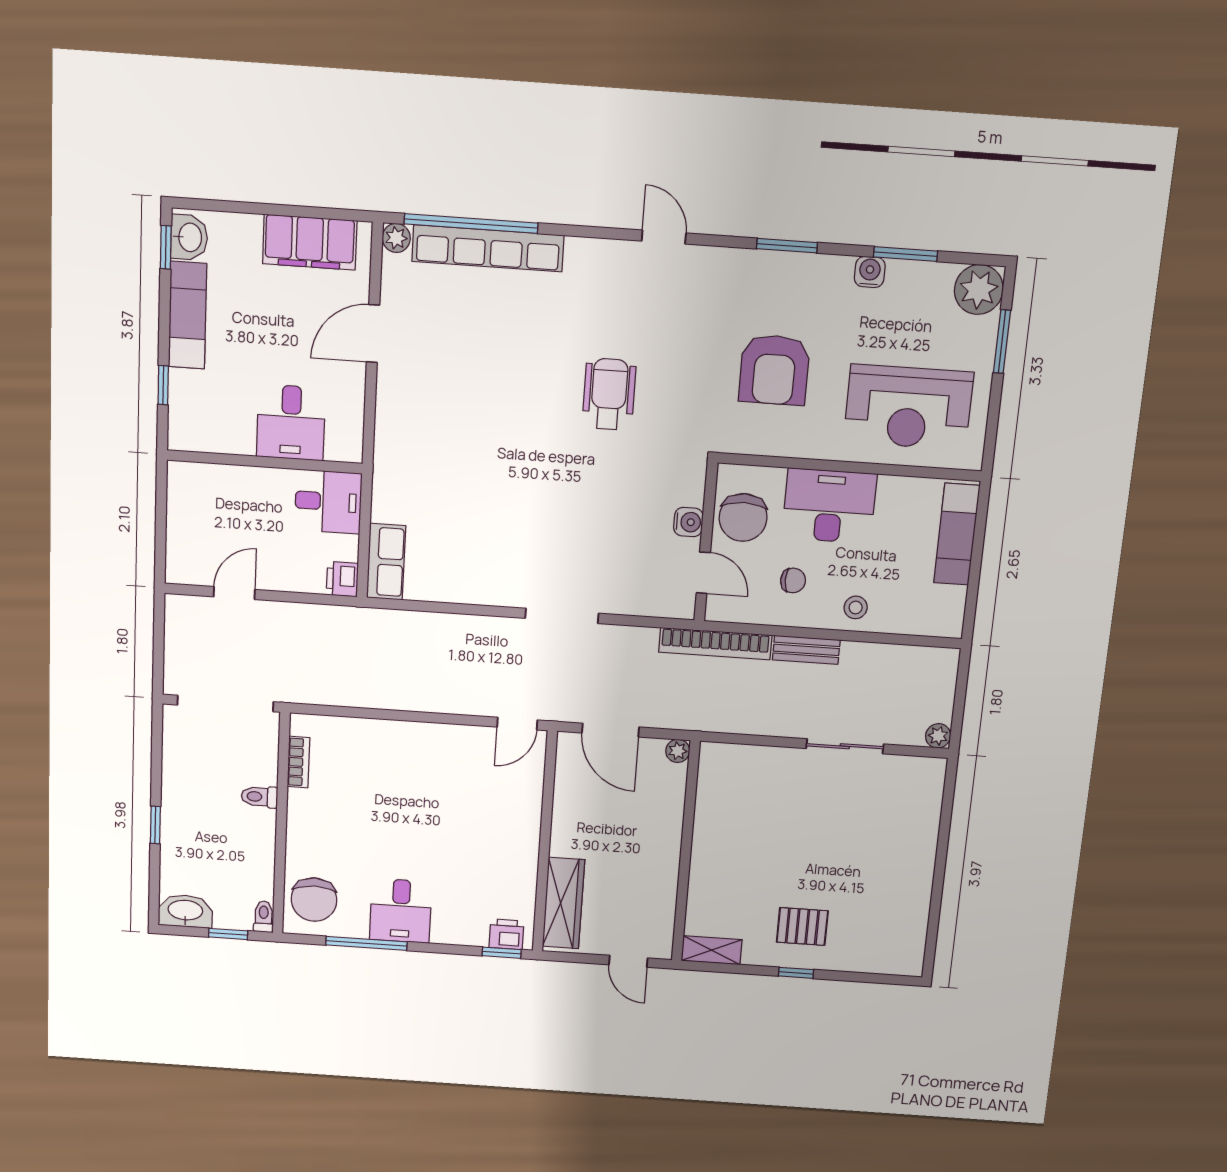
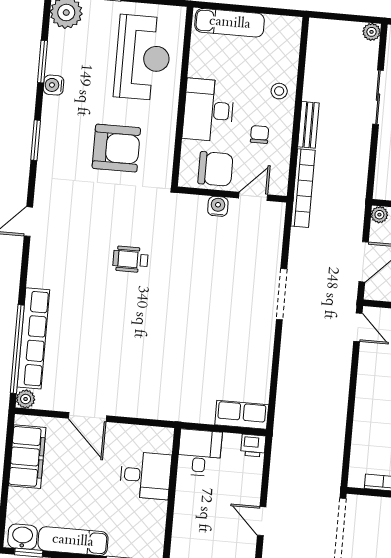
wheelchair: (609, 394) -> (131, 259), width x0.73, depth x0.73

